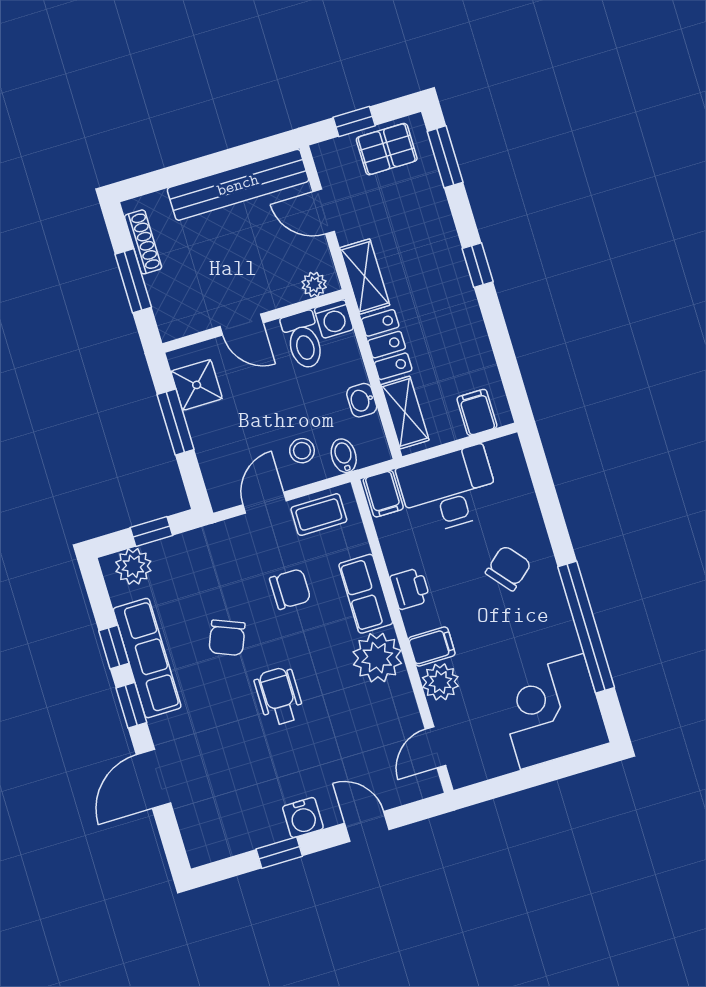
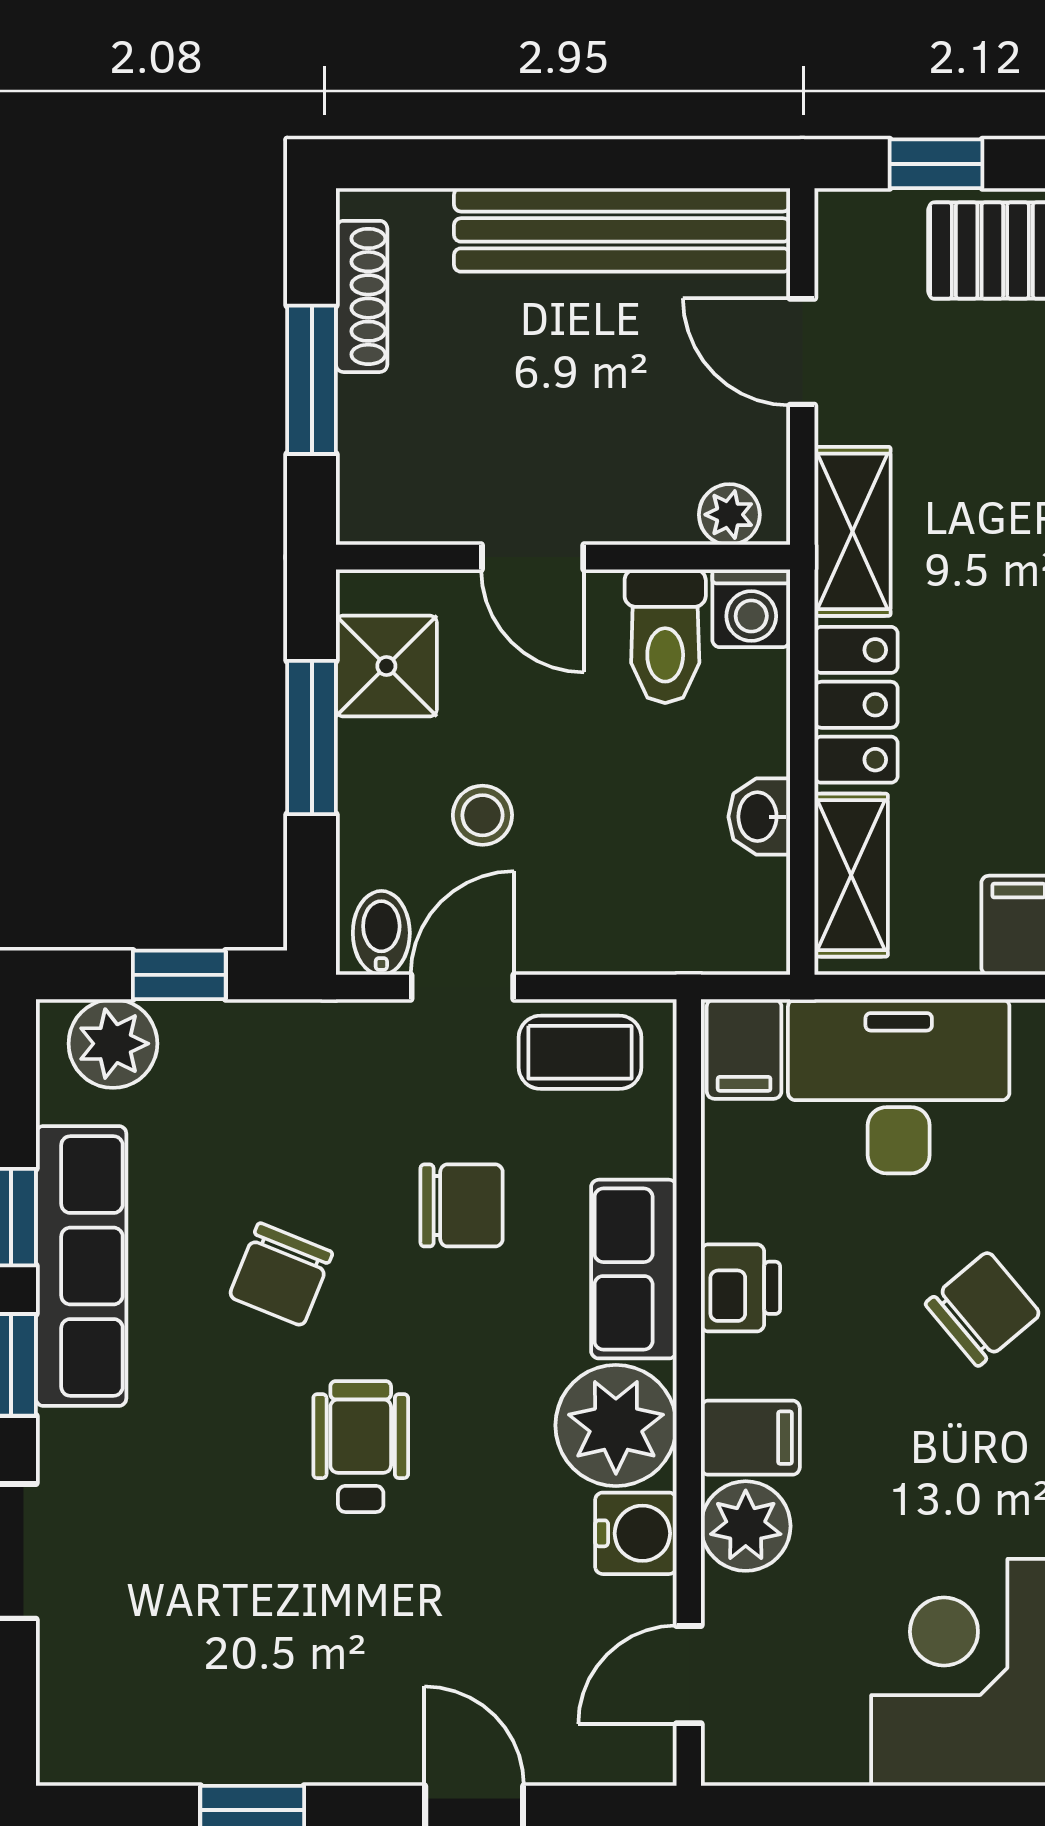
stool: (302, 451) -> (482, 815), moved
bidet: (344, 456) -> (381, 933), moved
water cooler: (303, 818) -> (636, 1533), moved, turned -90

